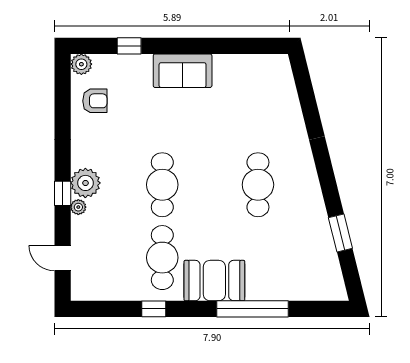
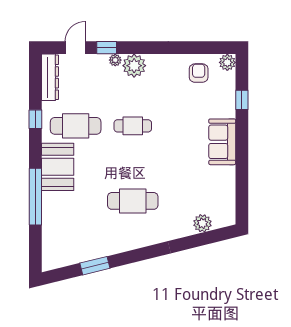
plant: (286, 96) -> (202, 223), added
armchair: (95, 101) -> (199, 73), turned 180
cafe table: (162, 185) -> (133, 126), width x0.73, depth x0.74
window: (63, 193) -> (107, 48), moved
dresser: (100, 290) -> (50, 77), added

